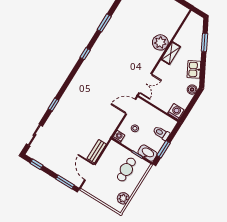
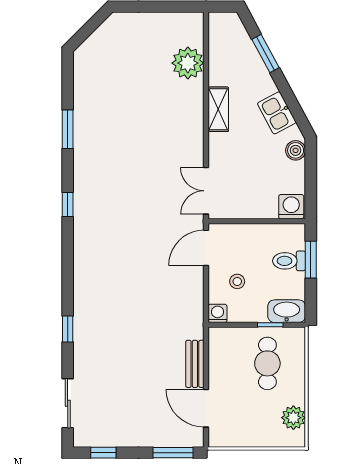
plant: (160, 42) -> (188, 63), moved
double door: (145, 83) -> (206, 191), swing flipped
window: (164, 149) -> (311, 260), moved

